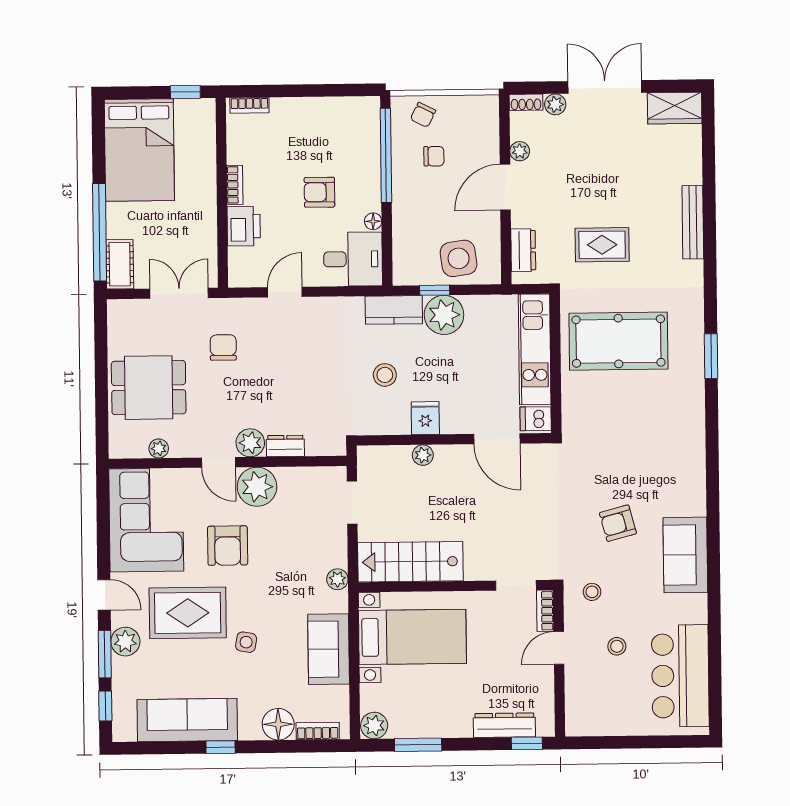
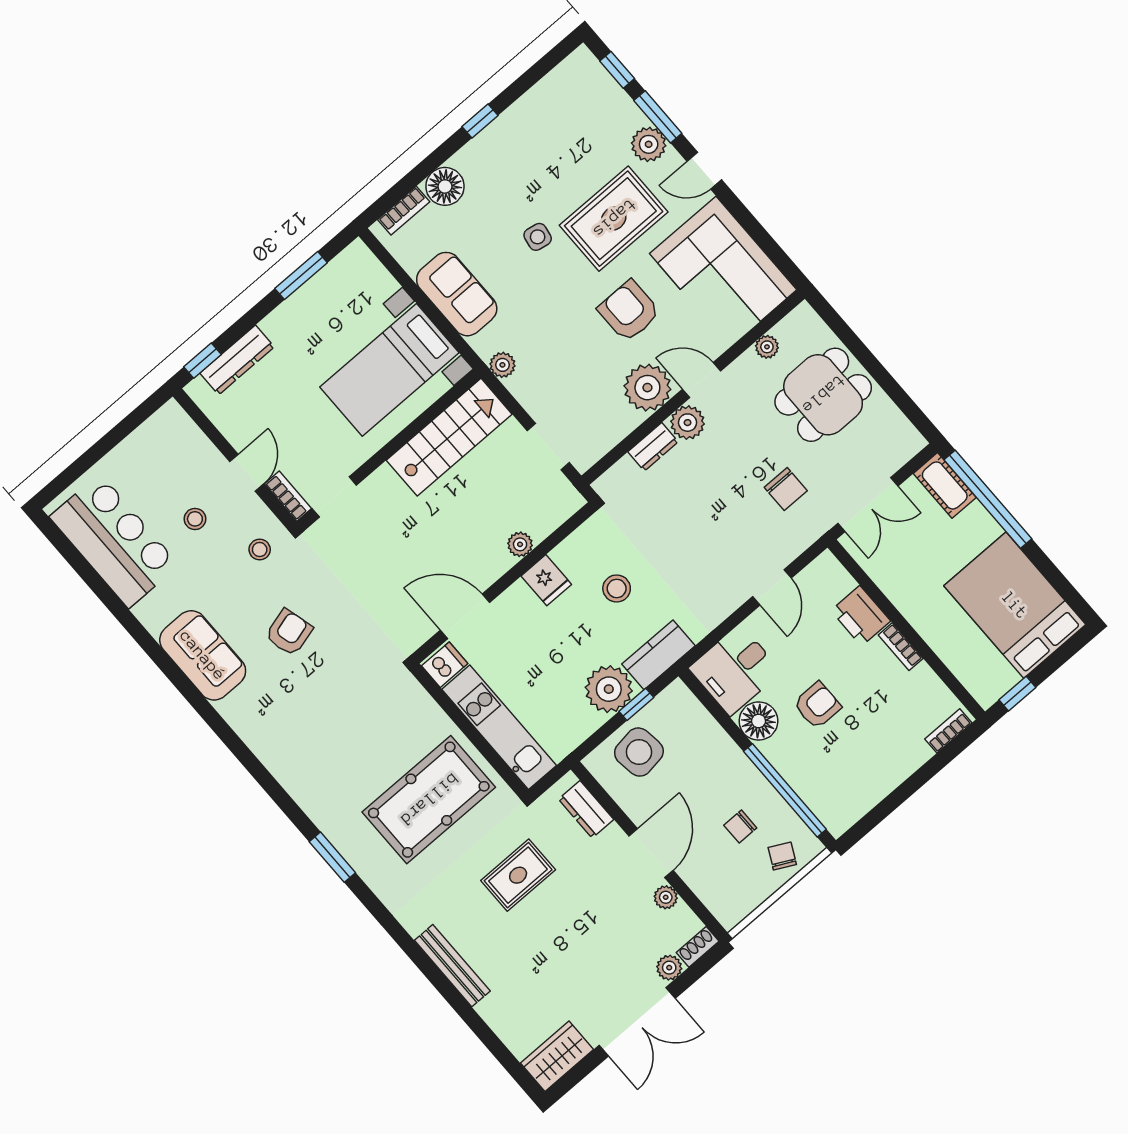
floor lamp: (373, 221) -> (759, 721), width x1.89, depth x1.89
sofa: (187, 720) -> (531, 120), removed
plant: (374, 726) -> (356, 259), removed

